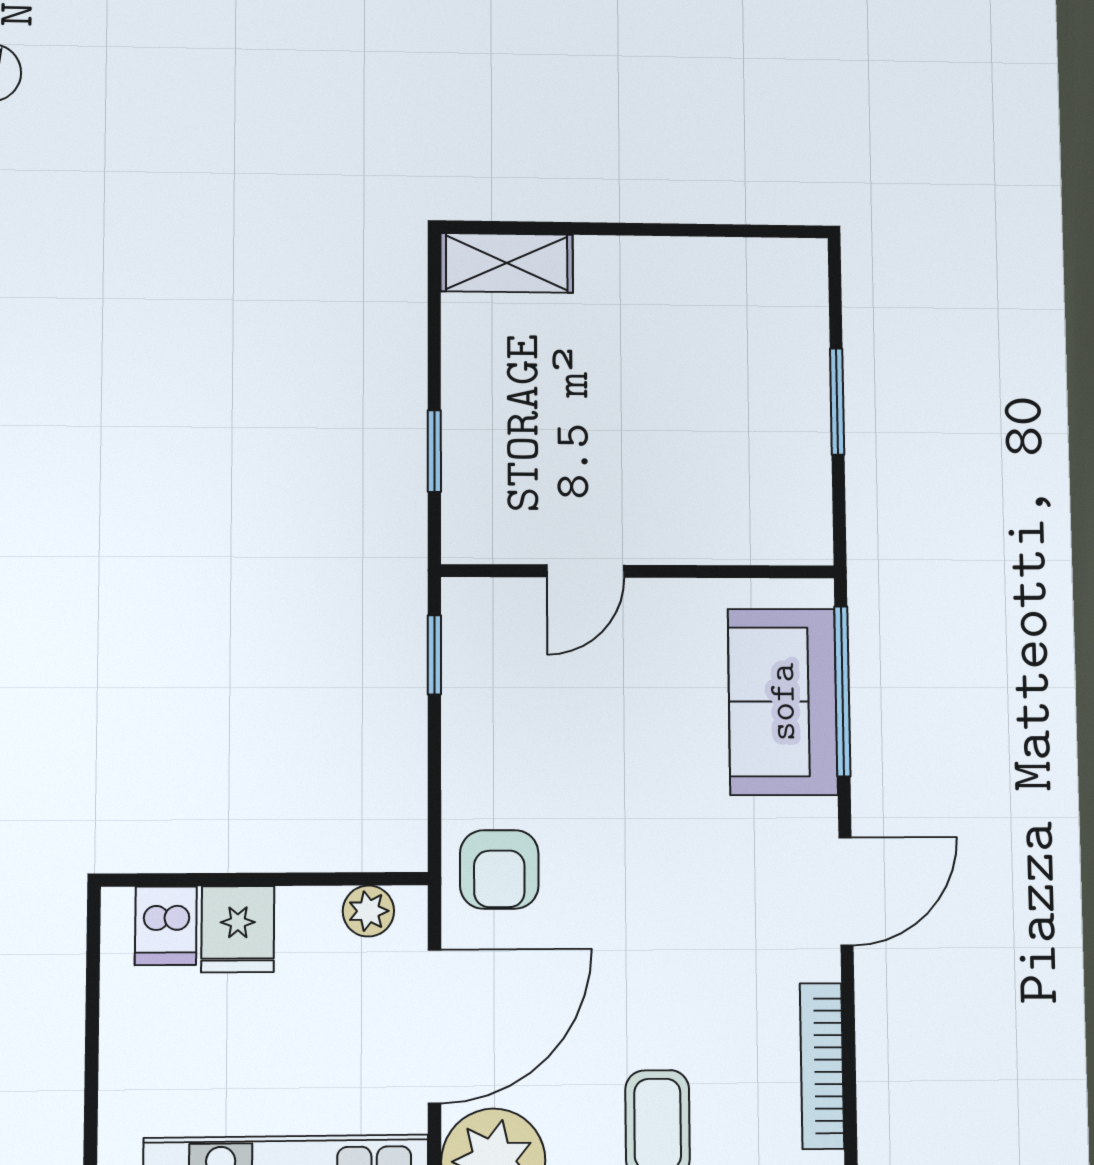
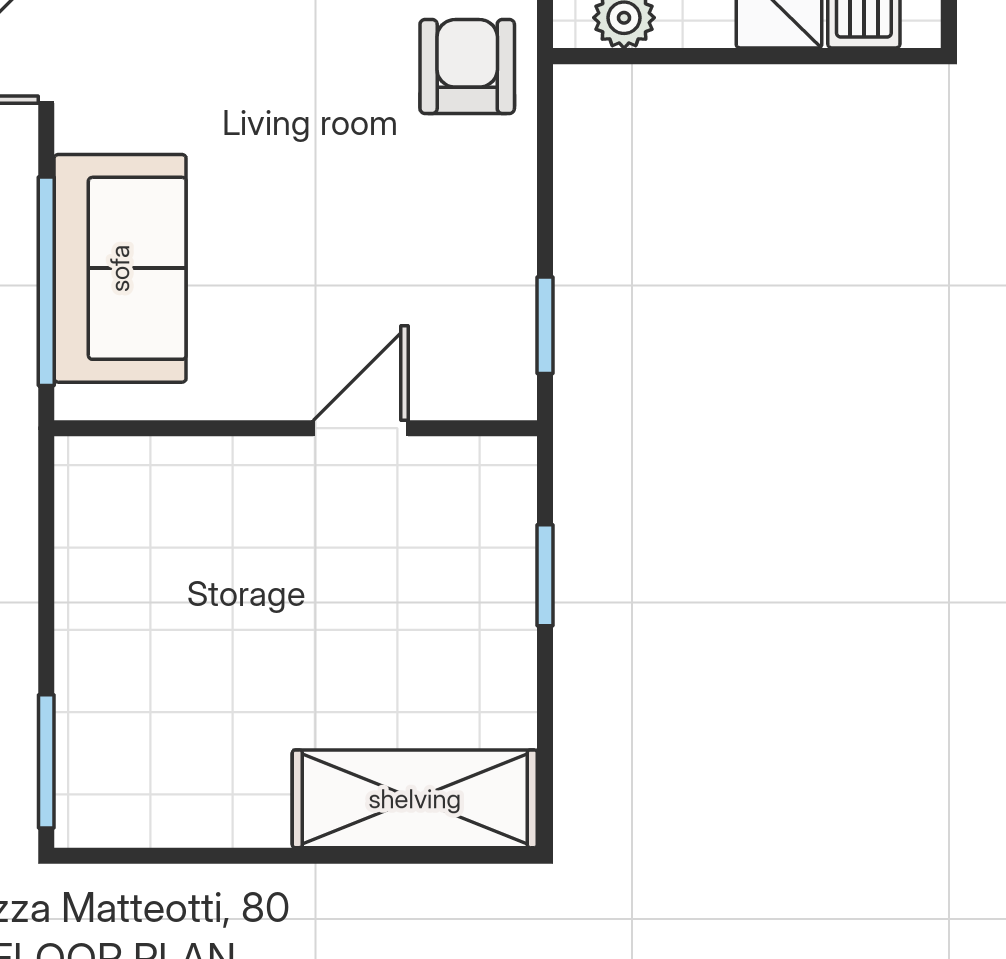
shelving: (507, 263) -> (415, 799), width x1.50, depth x1.33
window: (837, 402) -> (46, 761), moved

